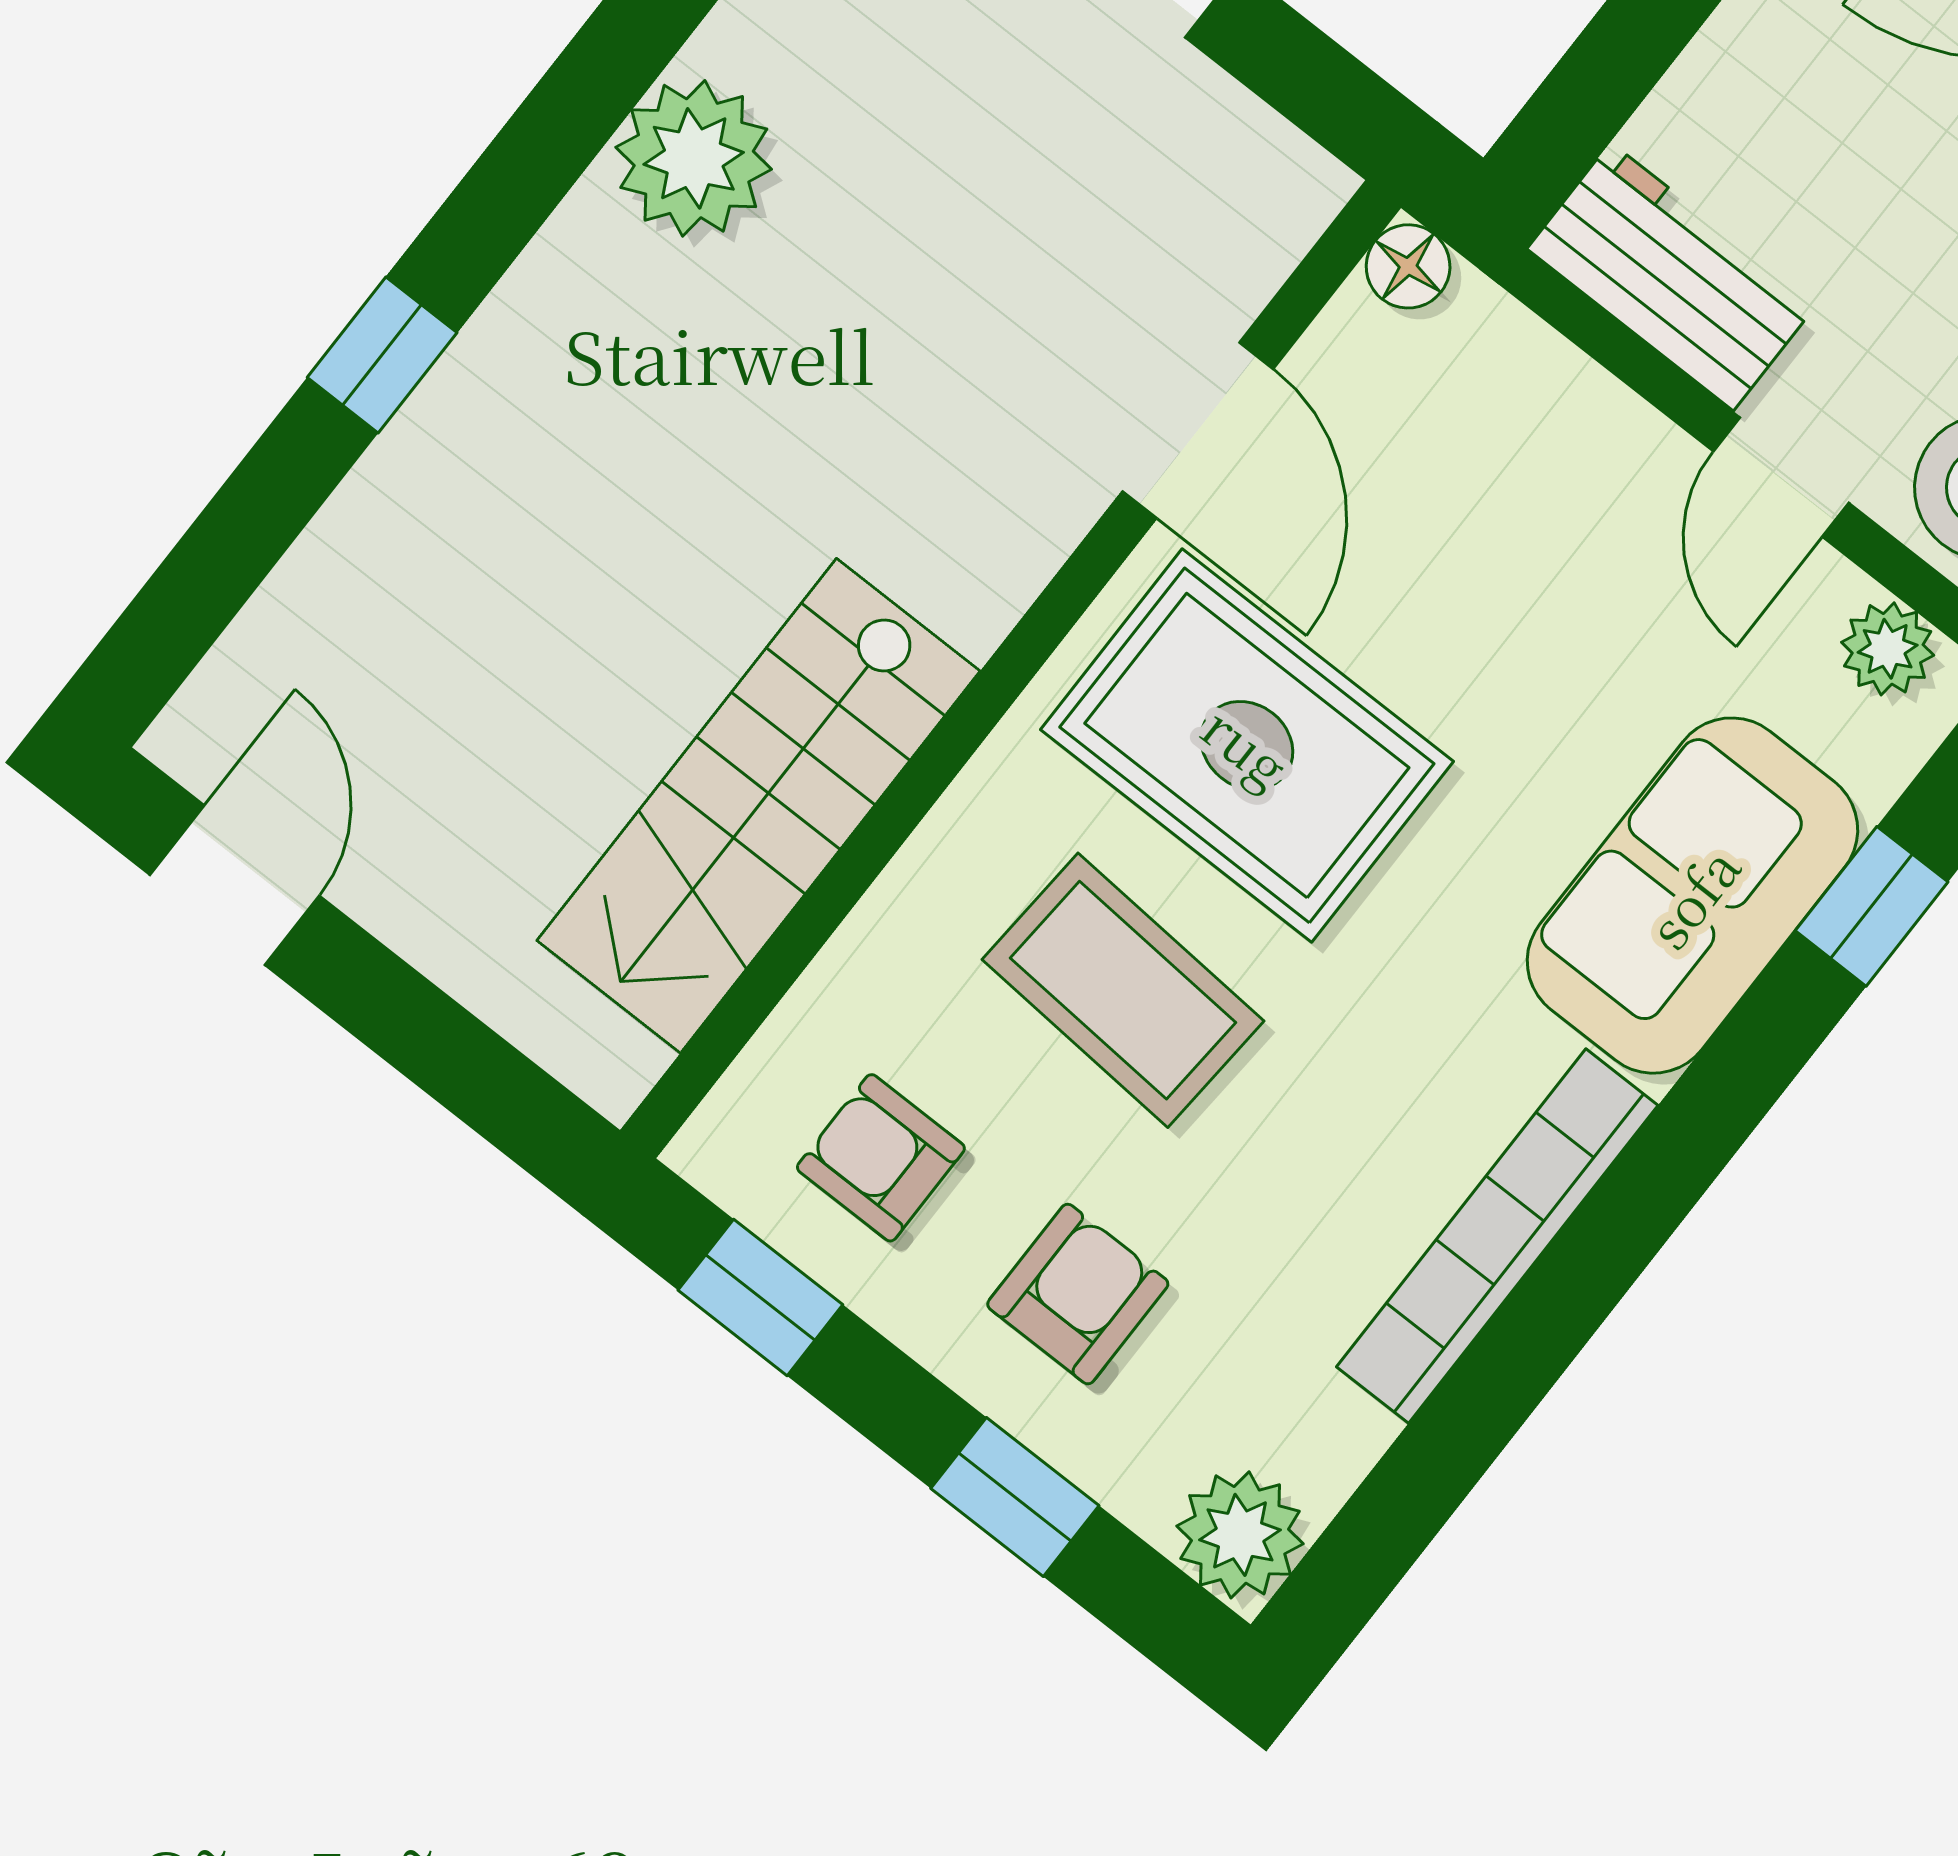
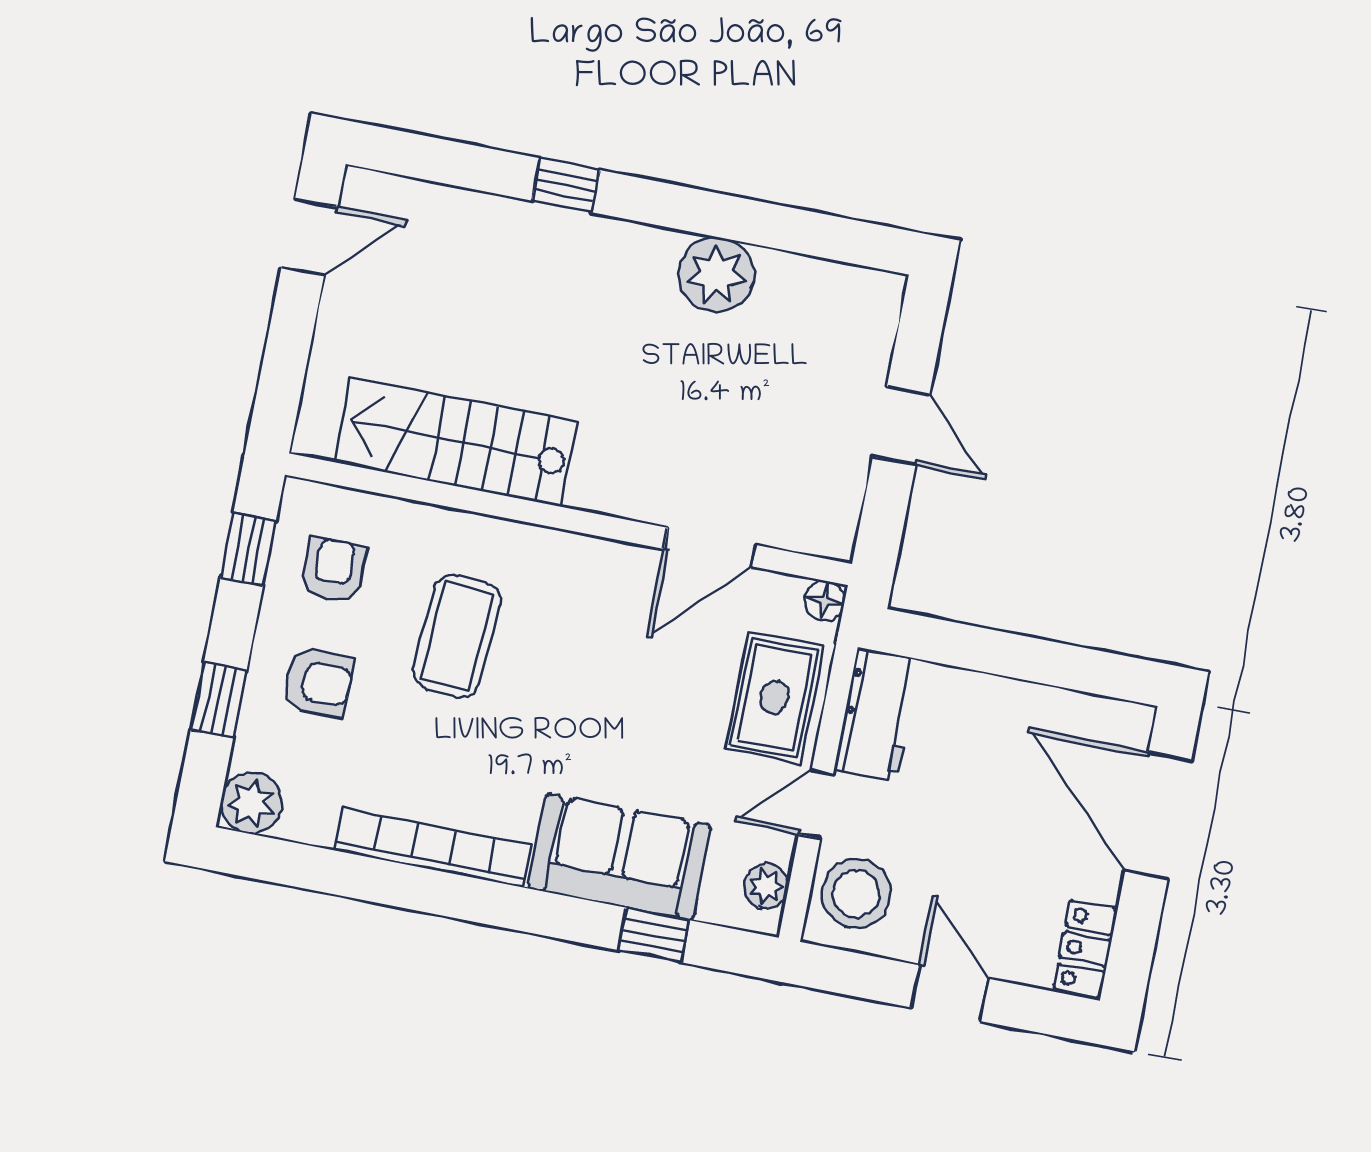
rug: (1247, 745) -> (774, 697), moved, width x0.73, depth x0.70

